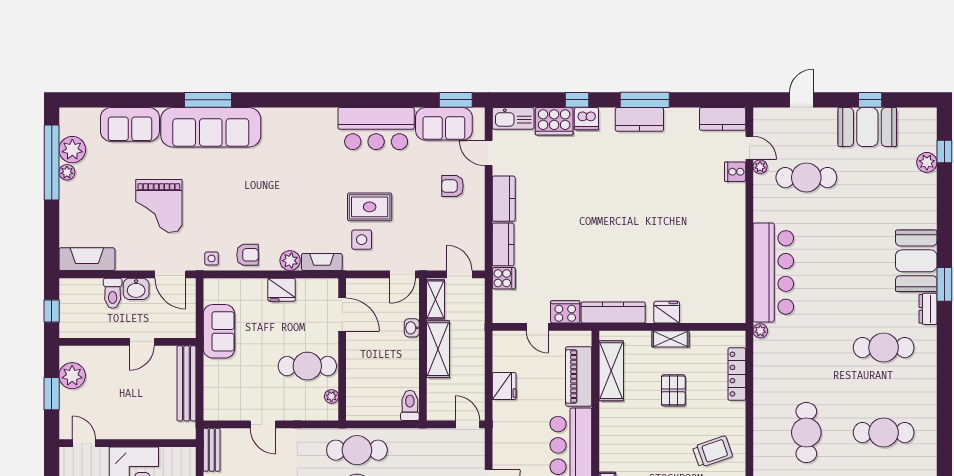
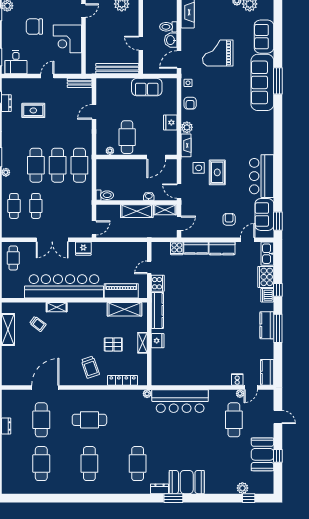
fridge: (504, 386) -> (83, 249), moved
trolley: (712, 452) -> (90, 367), moved

